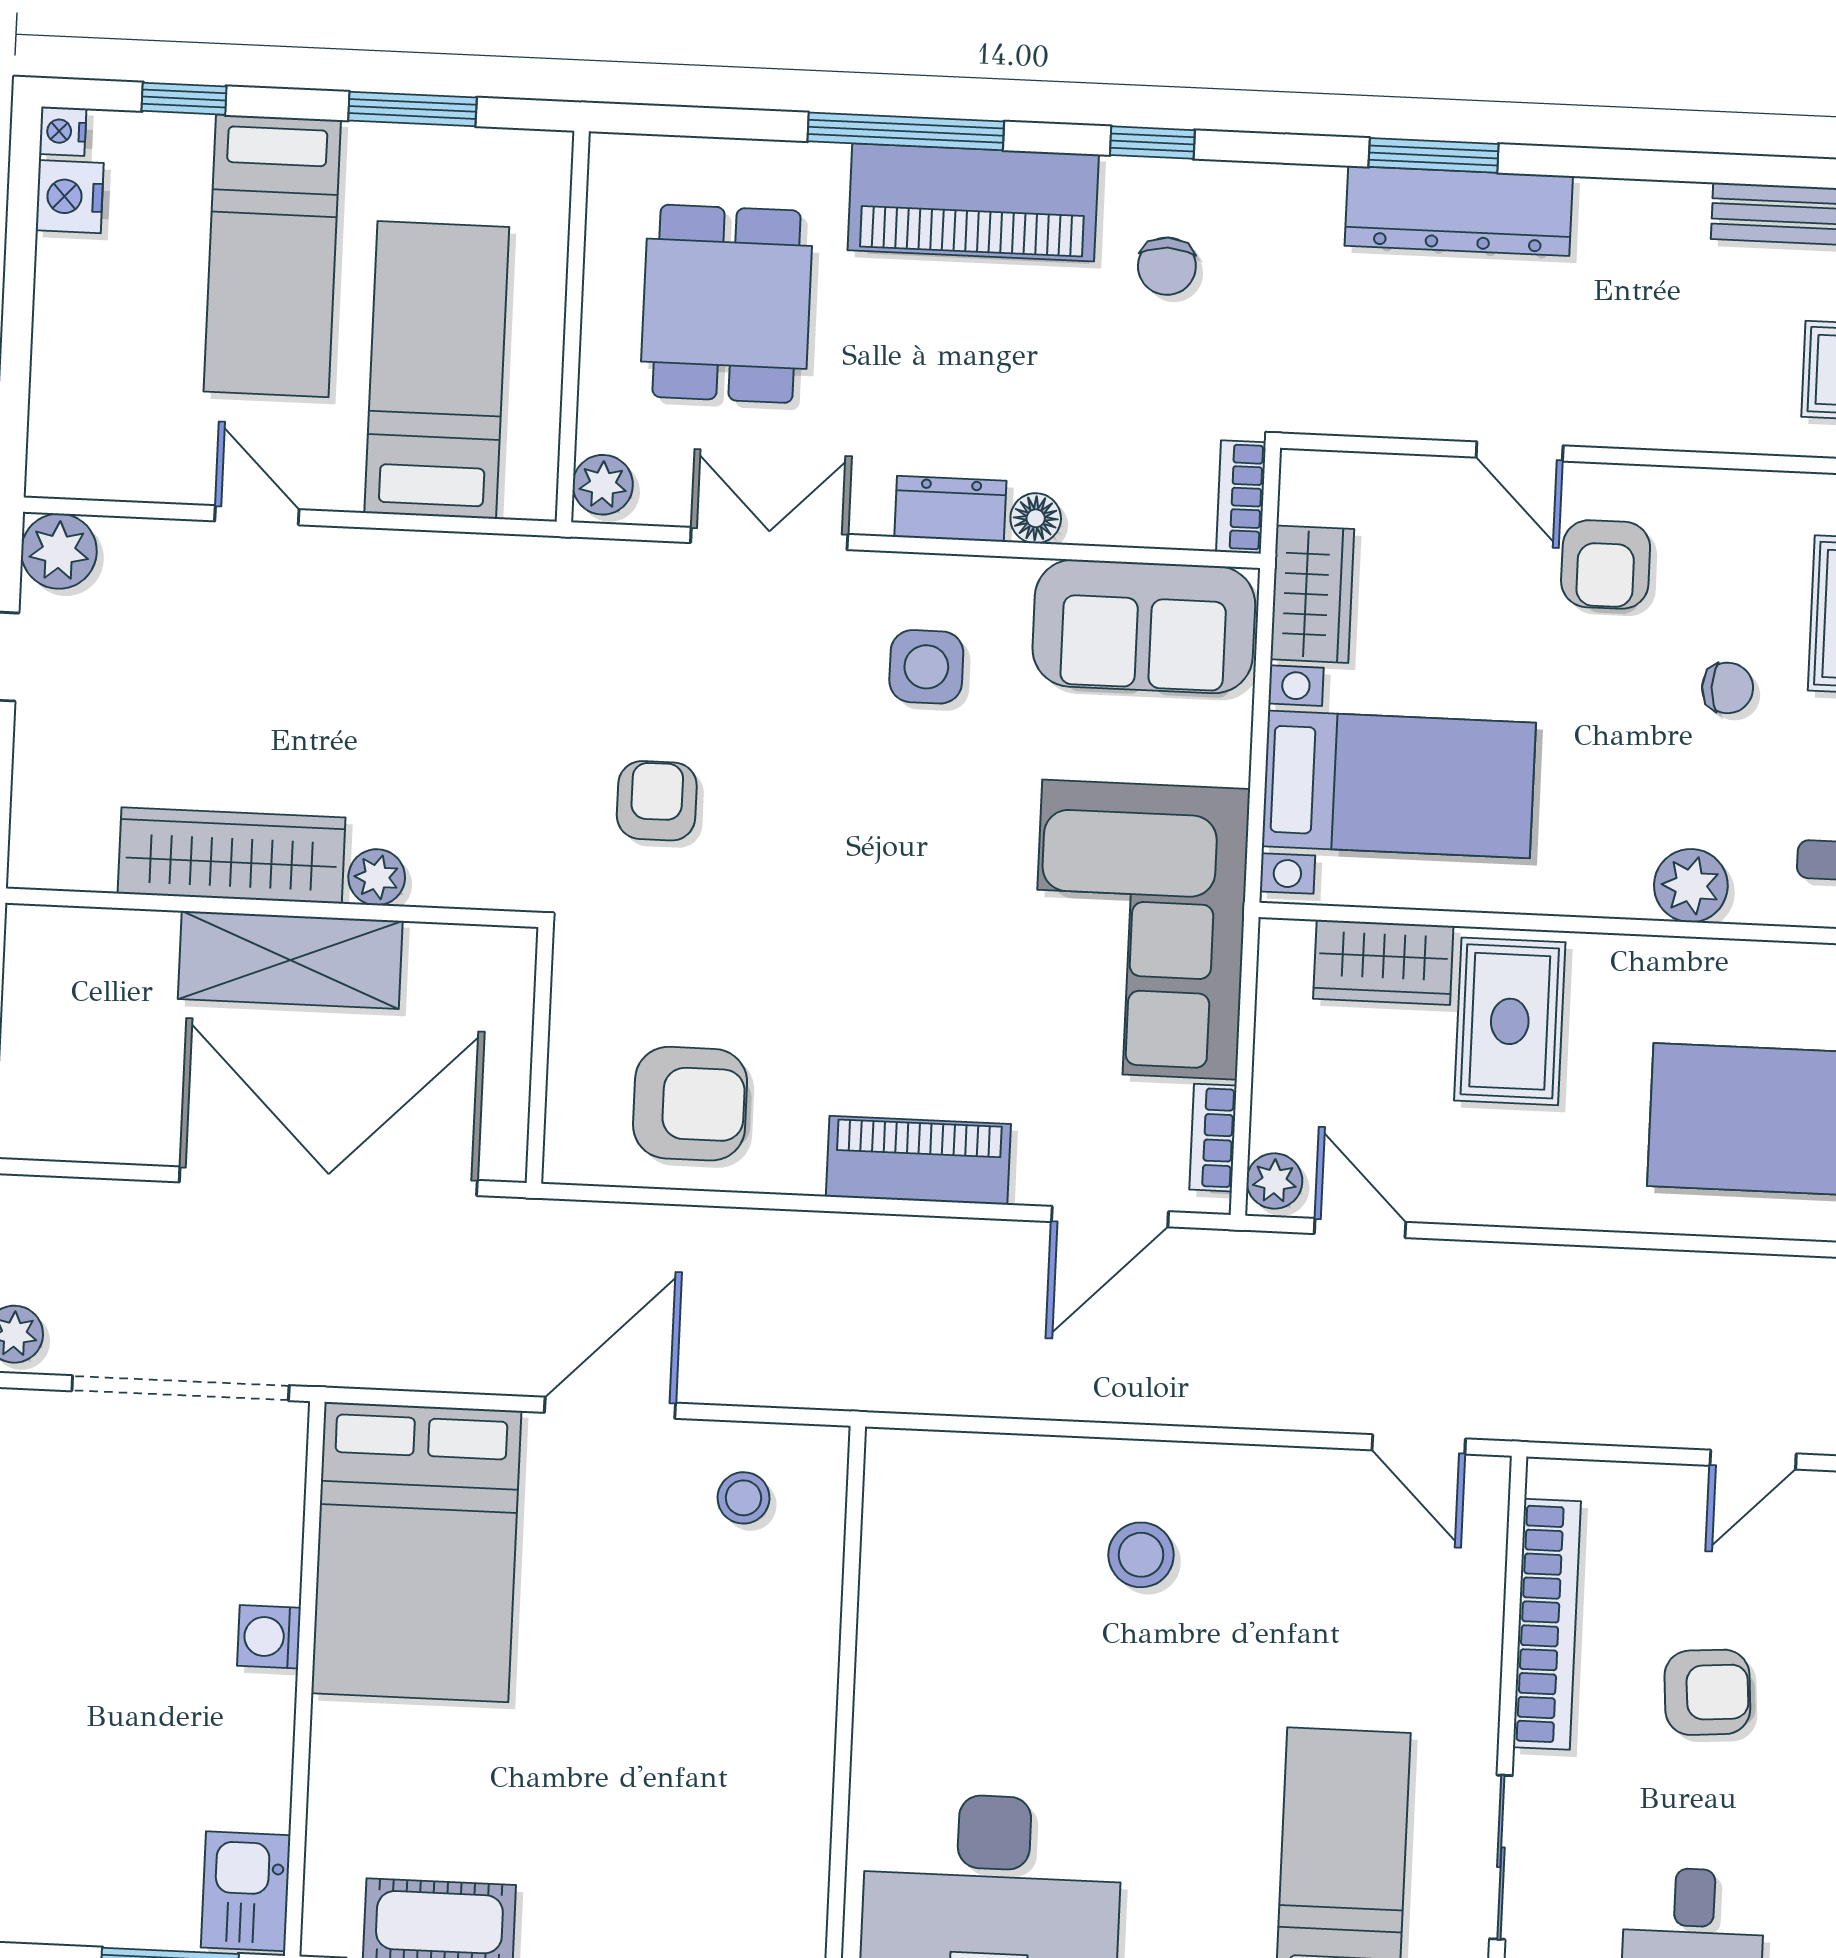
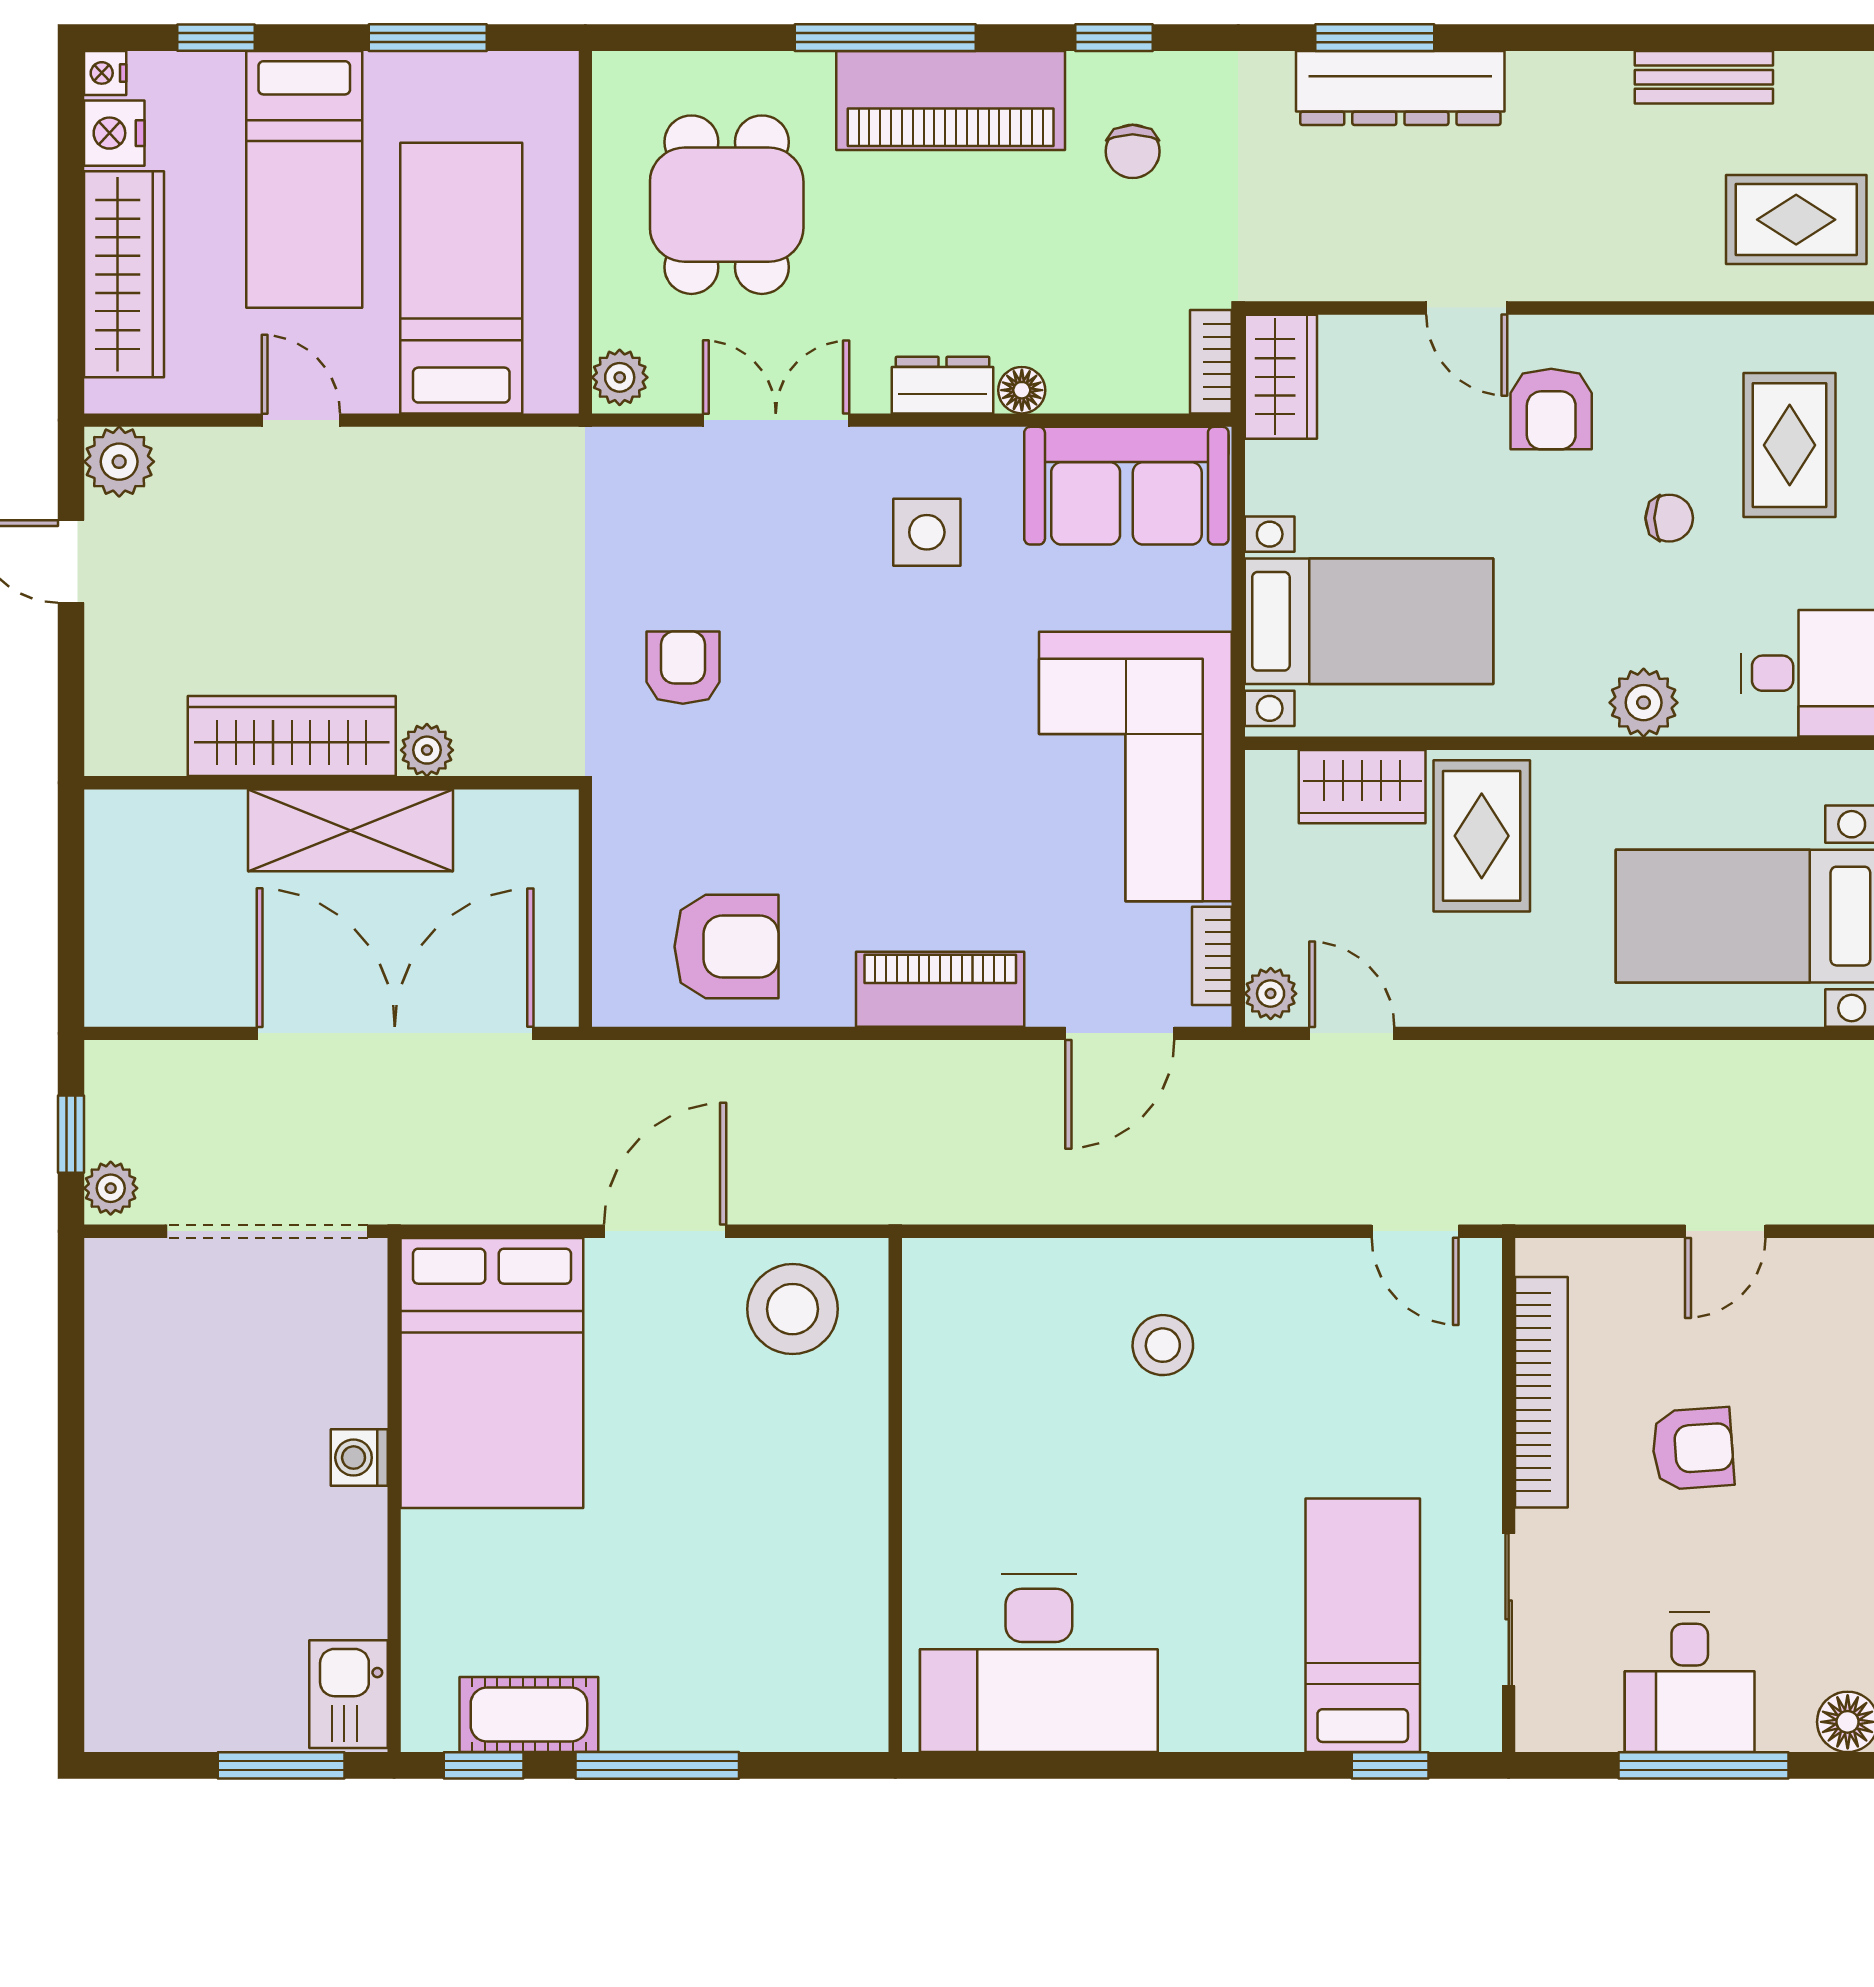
wardrobe: (73, 349) -> (124, 274), added
wardrobe: (1312, 594) -> (1281, 377), moved
stool: (743, 1498) -> (793, 1309), width x1.89, depth x1.89

